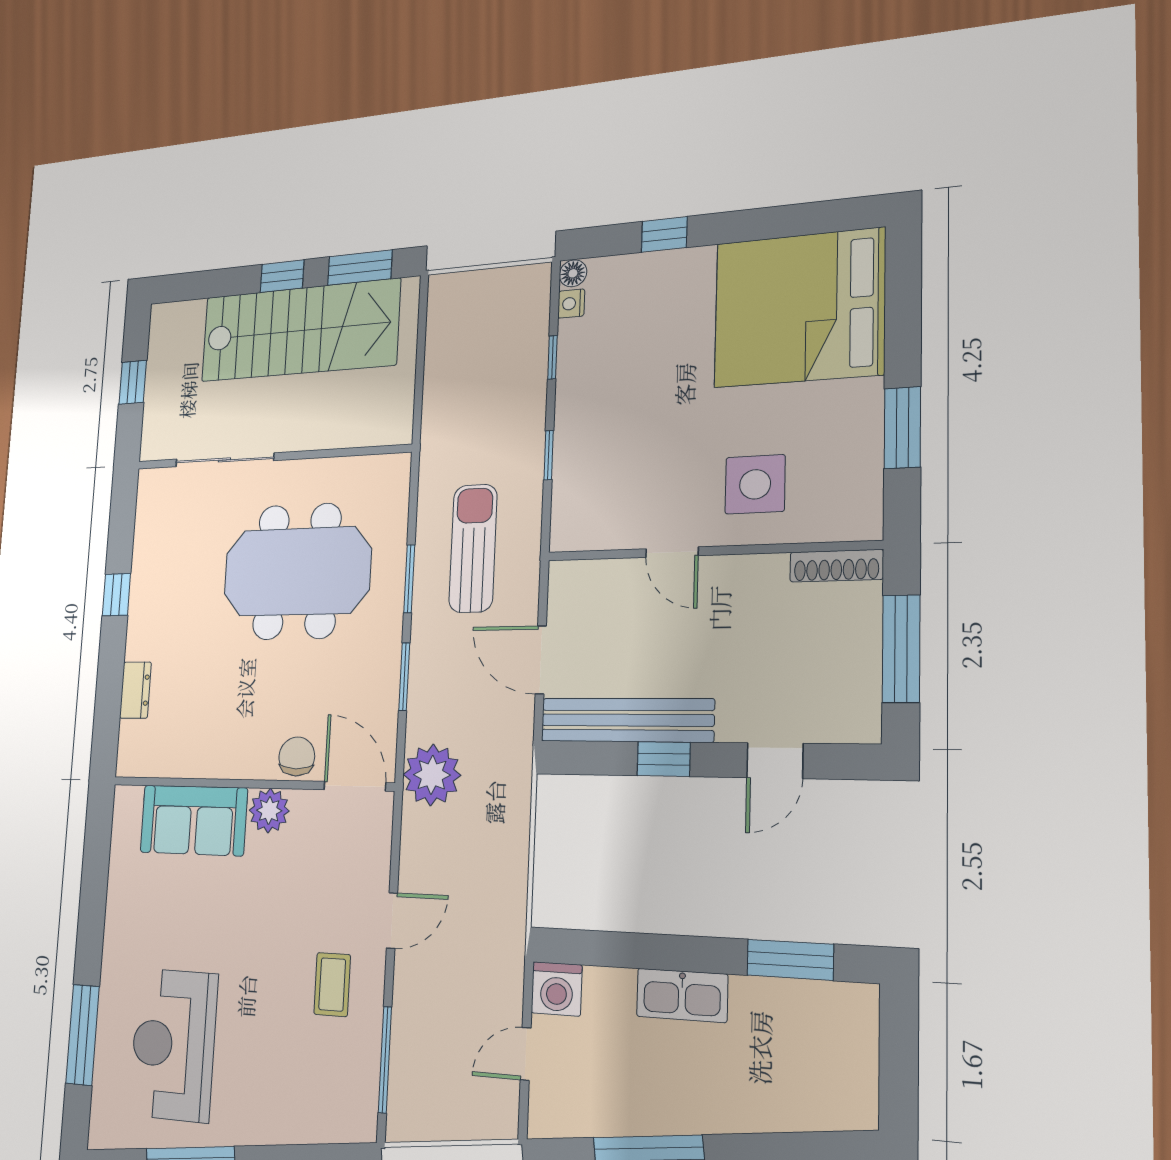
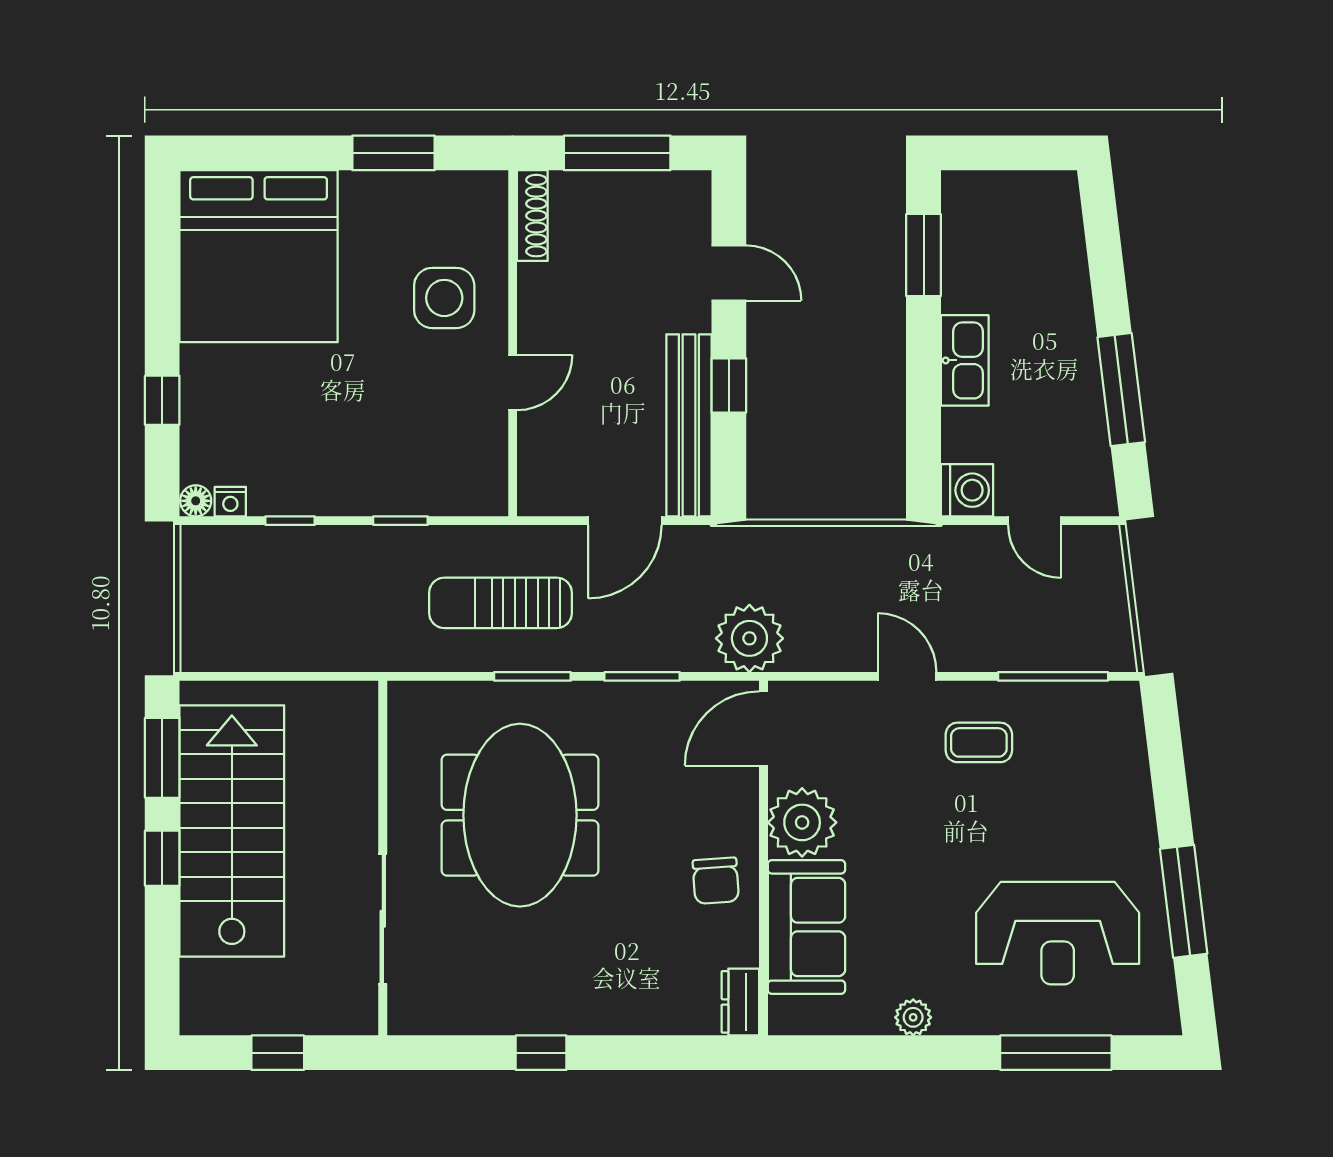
dresser: (135, 690) -> (740, 1002), moved, turned -90
chair: (297, 756) -> (716, 881), moved, turned -94
plant: (269, 811) -> (802, 822), width x1.36, depth x1.36
plant: (118, 911) -> (913, 1017), added

